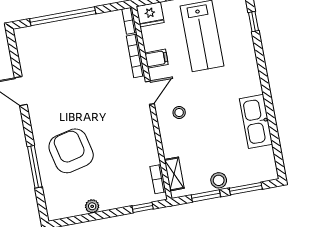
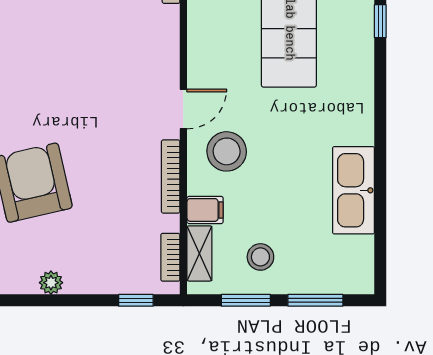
bookcase: (135, 56) -> (171, 177), moved
filing cabinet: (156, 59) -> (205, 210), moved
stool: (179, 113) -> (227, 151), width x1.89, depth x1.89
stool: (219, 180) -> (260, 257), moved

